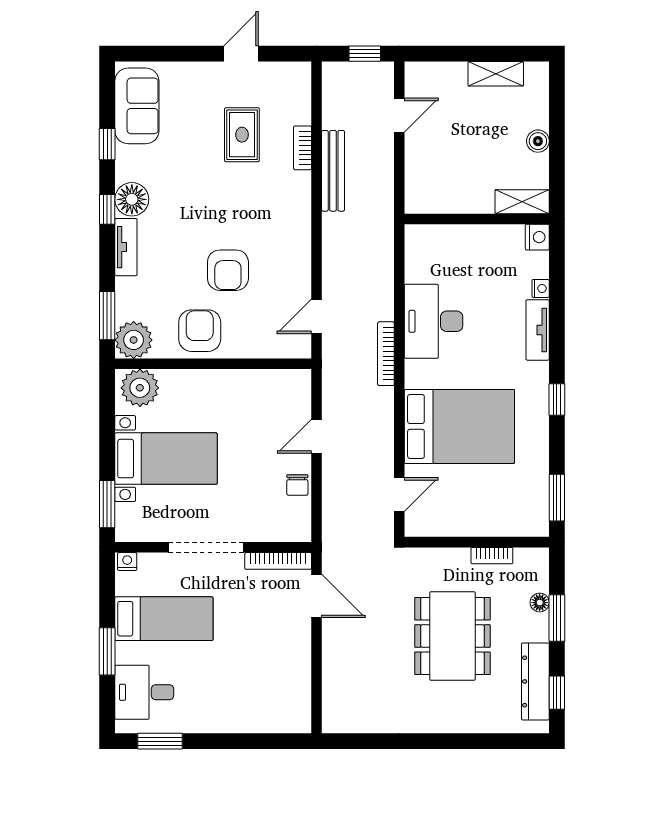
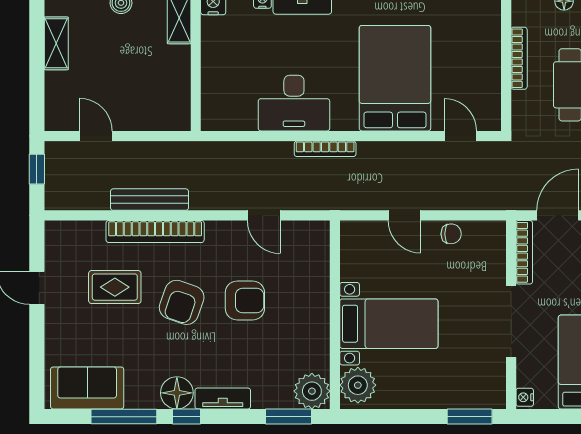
window: (107, 144) -> (124, 417), width x2.17
bookcase: (303, 148) -> (155, 231), width x2.31, depth x1.31
door: (317, 316) -> (264, 215), moved
armchair: (200, 331) -> (182, 302), moved, turned -71
bed with nightstands: (166, 459) -> (389, 324), moved, turned 90
bookcase: (492, 556) -> (519, 58), width x1.56

